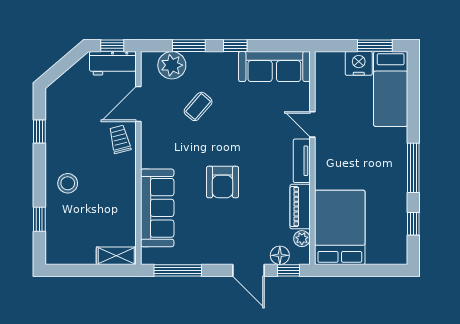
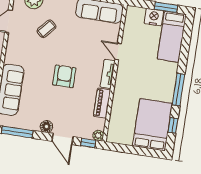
armchair: (223, 182) -> (64, 76), moved, turned 180
bed: (340, 227) -> (152, 125), moved
plant: (302, 239) -> (98, 135), moved
floor lamp: (280, 255) -> (46, 127), moved

